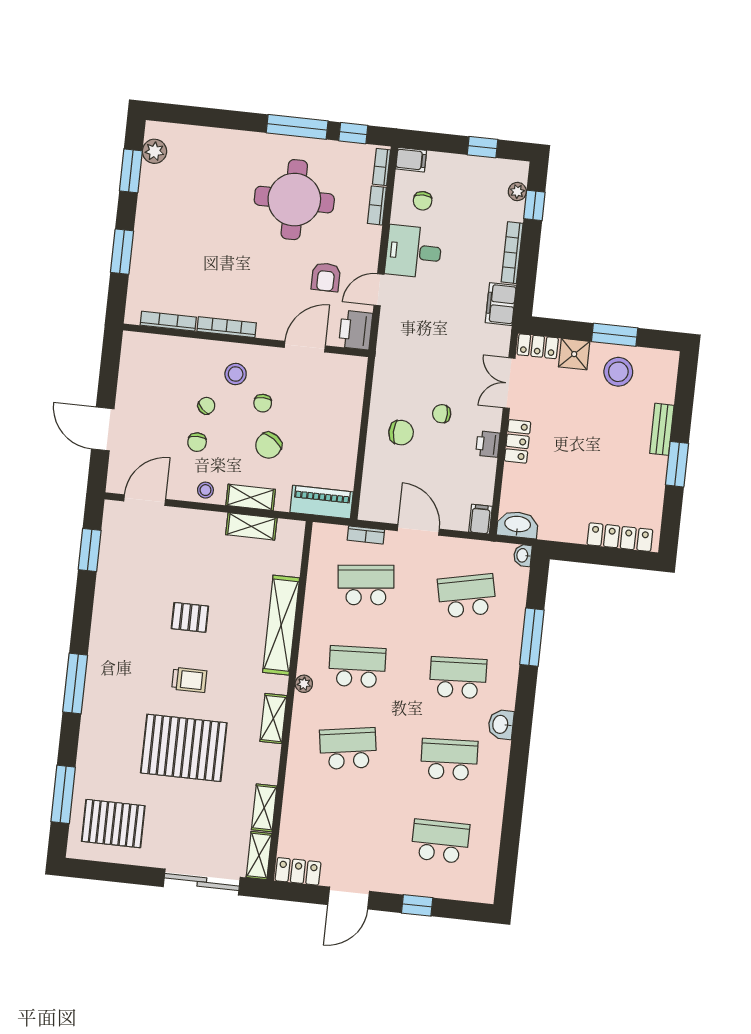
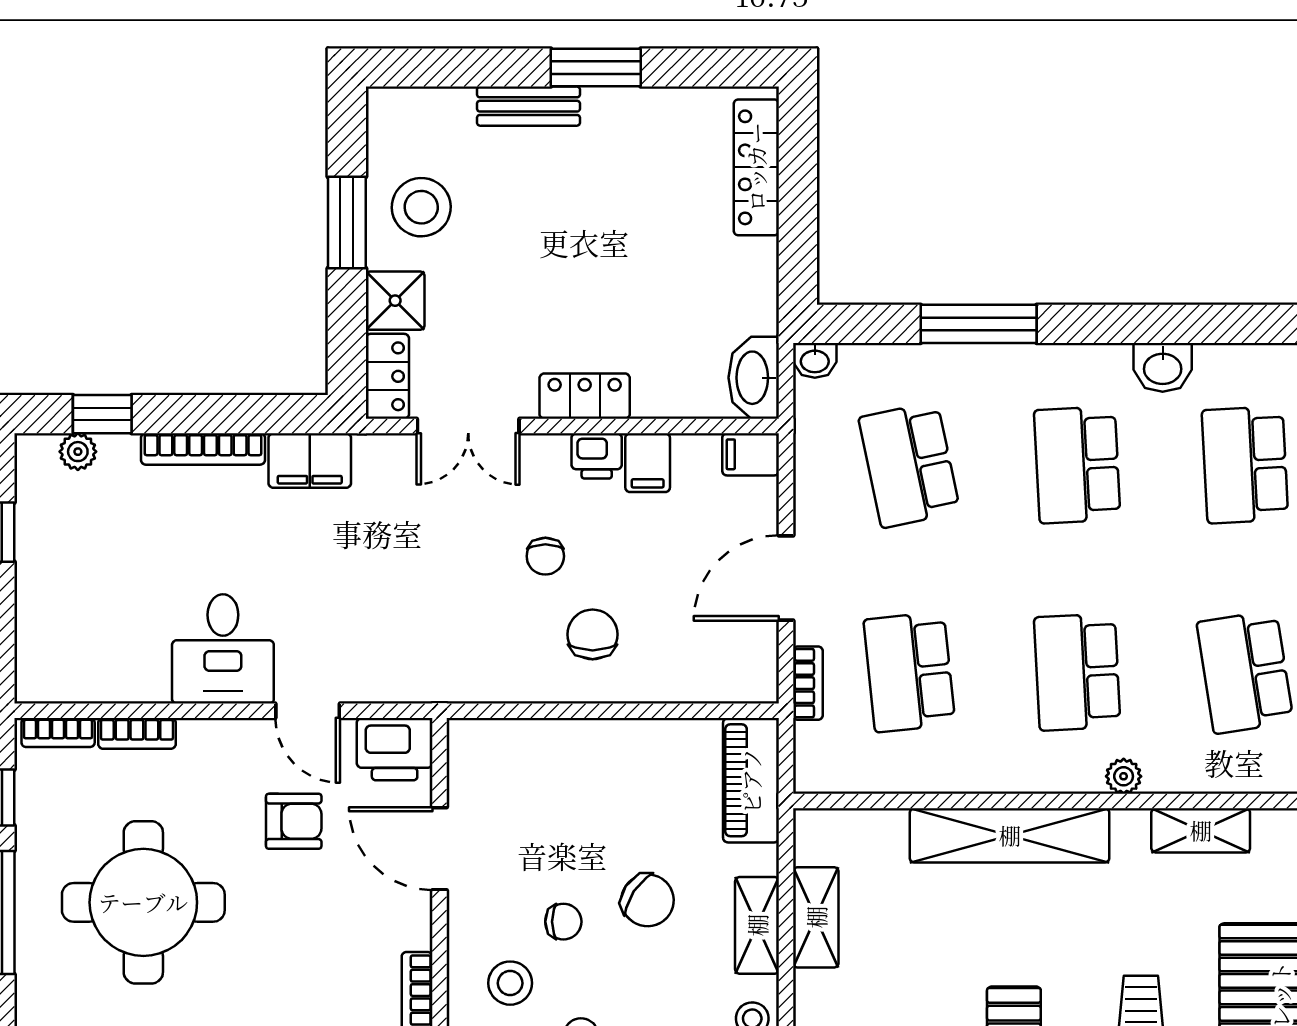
filing cabinet: (411, 160) -> (648, 463), moved, turned 180
chair: (423, 201) -> (118, 642), removed

